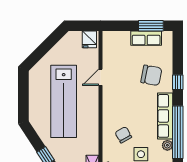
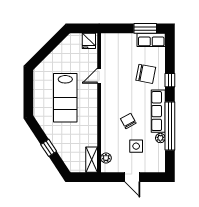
row of seats: (146, 38) -> (151, 40), moved
lab bench: (64, 101) -> (65, 98), width x0.73
chair: (123, 135) -> (128, 121), moved

